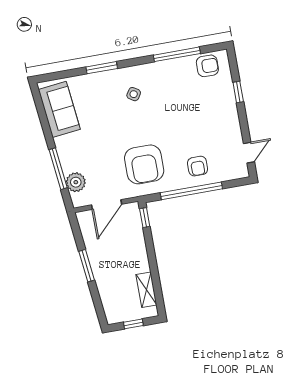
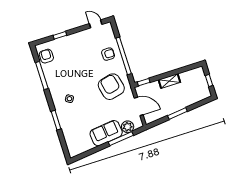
sofa: (59, 109) -> (106, 133), moved
armchair: (144, 164) -> (111, 87), turned -103
shelving: (146, 290) -> (169, 81), moved

